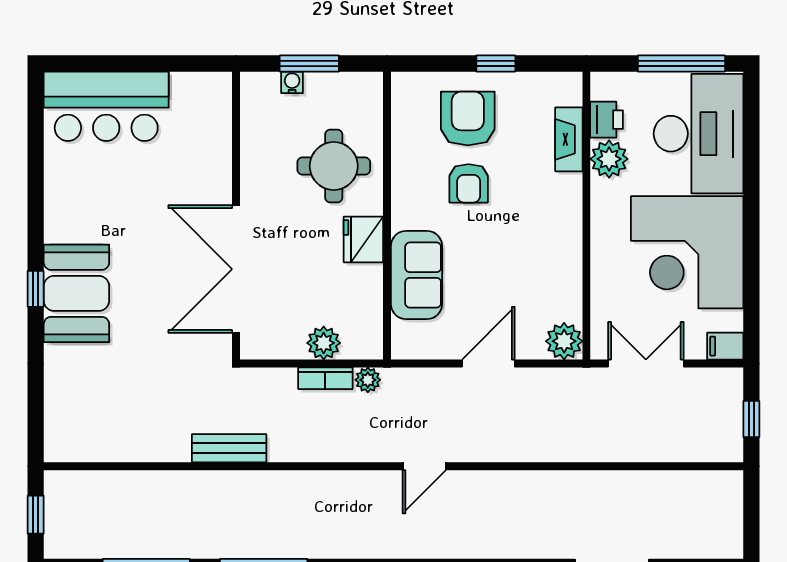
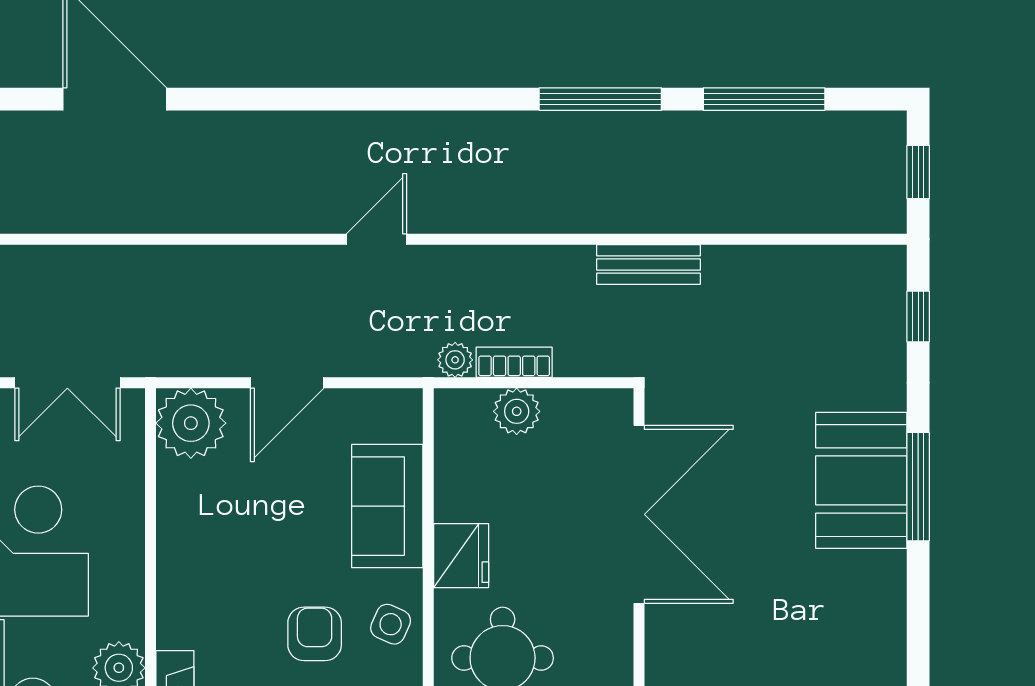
side table: (414, 190) -> (391, 624), added
window: (36, 289) -> (918, 487), width x2.17
plant: (564, 341) -> (191, 423), width x1.36, depth x1.36
window: (36, 411) -> (918, 316), added

